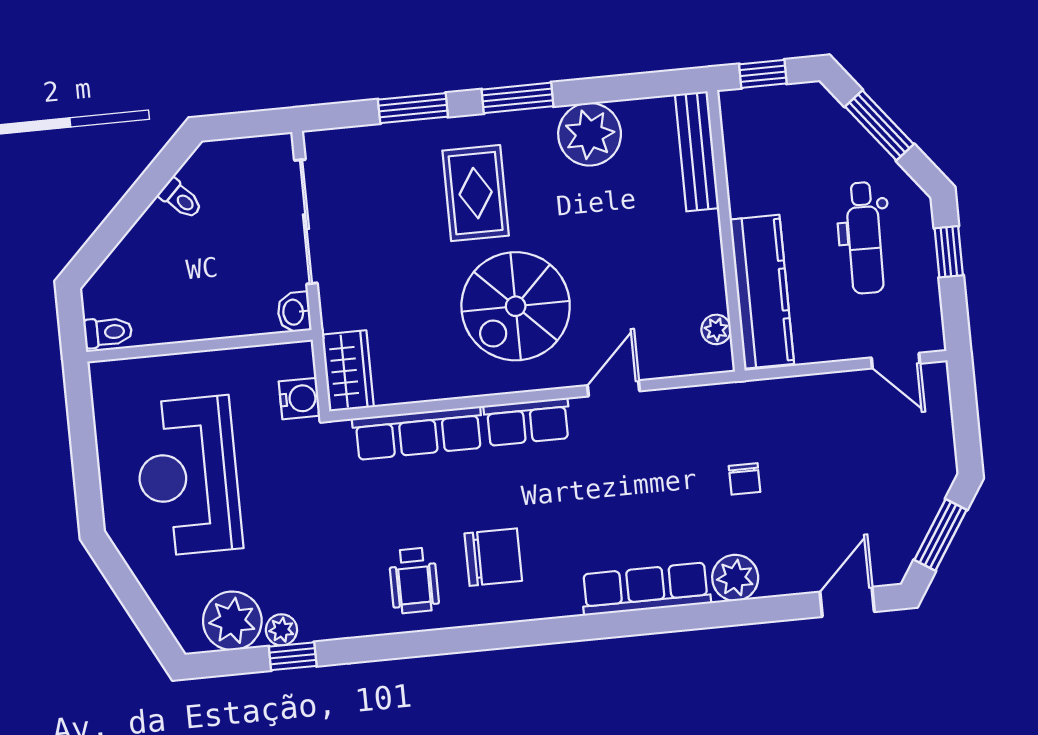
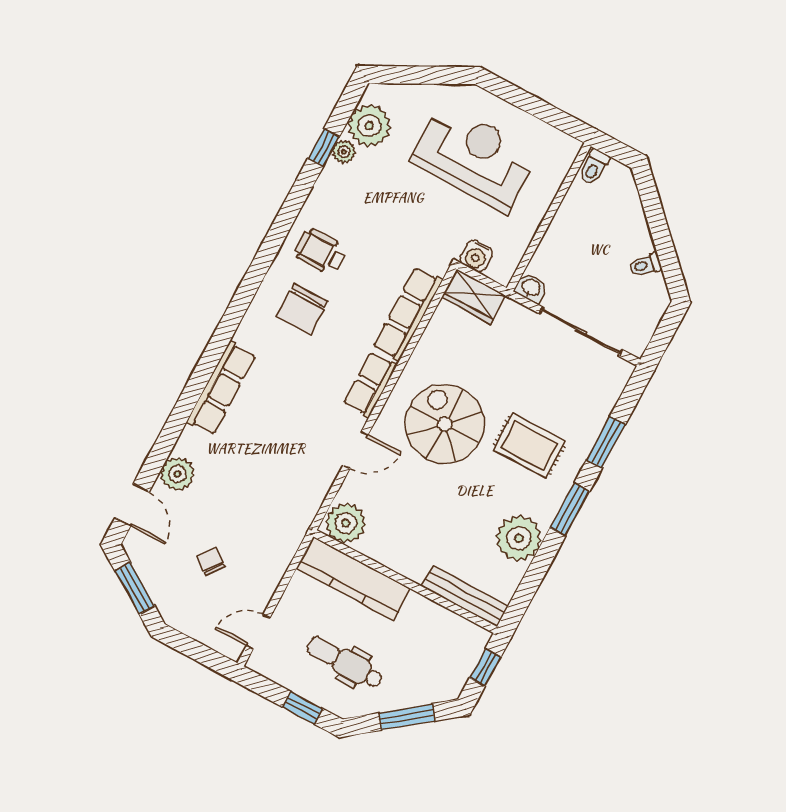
plant: (716, 329) -> (346, 523), width x1.88, depth x1.88
door: (614, 388) -> (356, 450), hinge flipped
chair: (745, 479) -> (211, 561), moved, turned 37
plant: (735, 578) -> (177, 474), moved

